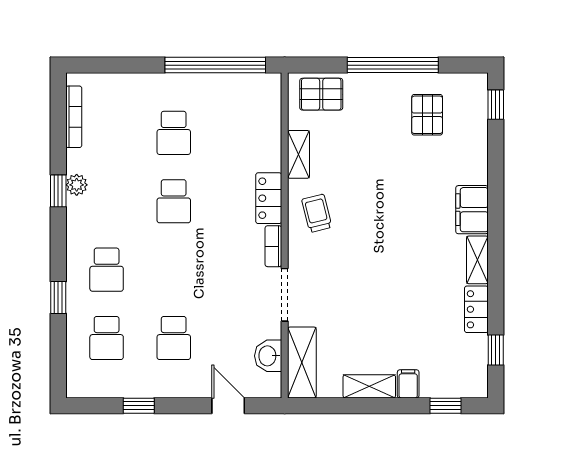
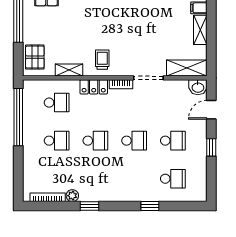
school desk: (241, 133) -> (57, 103), added
plant: (77, 185) -> (72, 196), moved
trolley: (317, 213) -> (102, 60), turned 104
school desk: (107, 270) -> (134, 141), moved
washbasin: (268, 356) -> (198, 87), moved
window: (139, 406) -> (211, 147), moved

